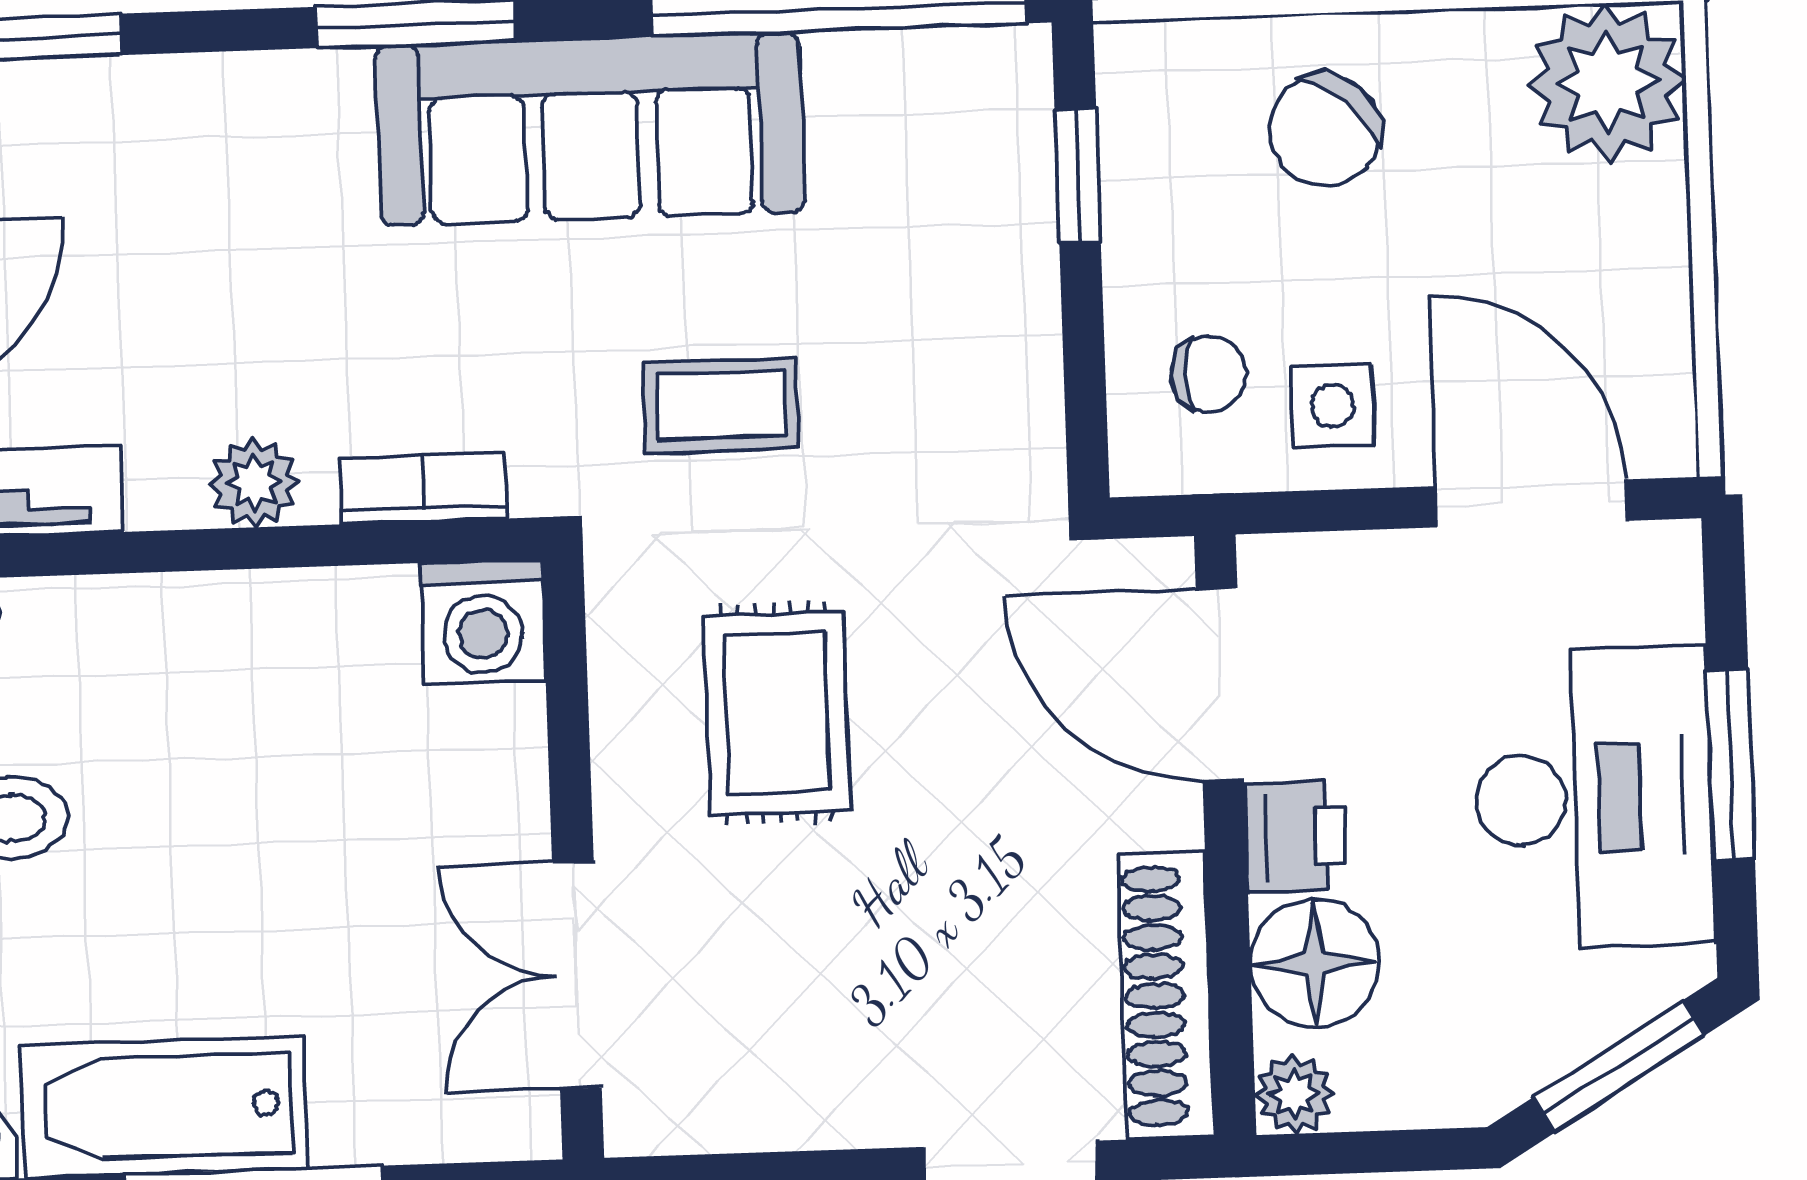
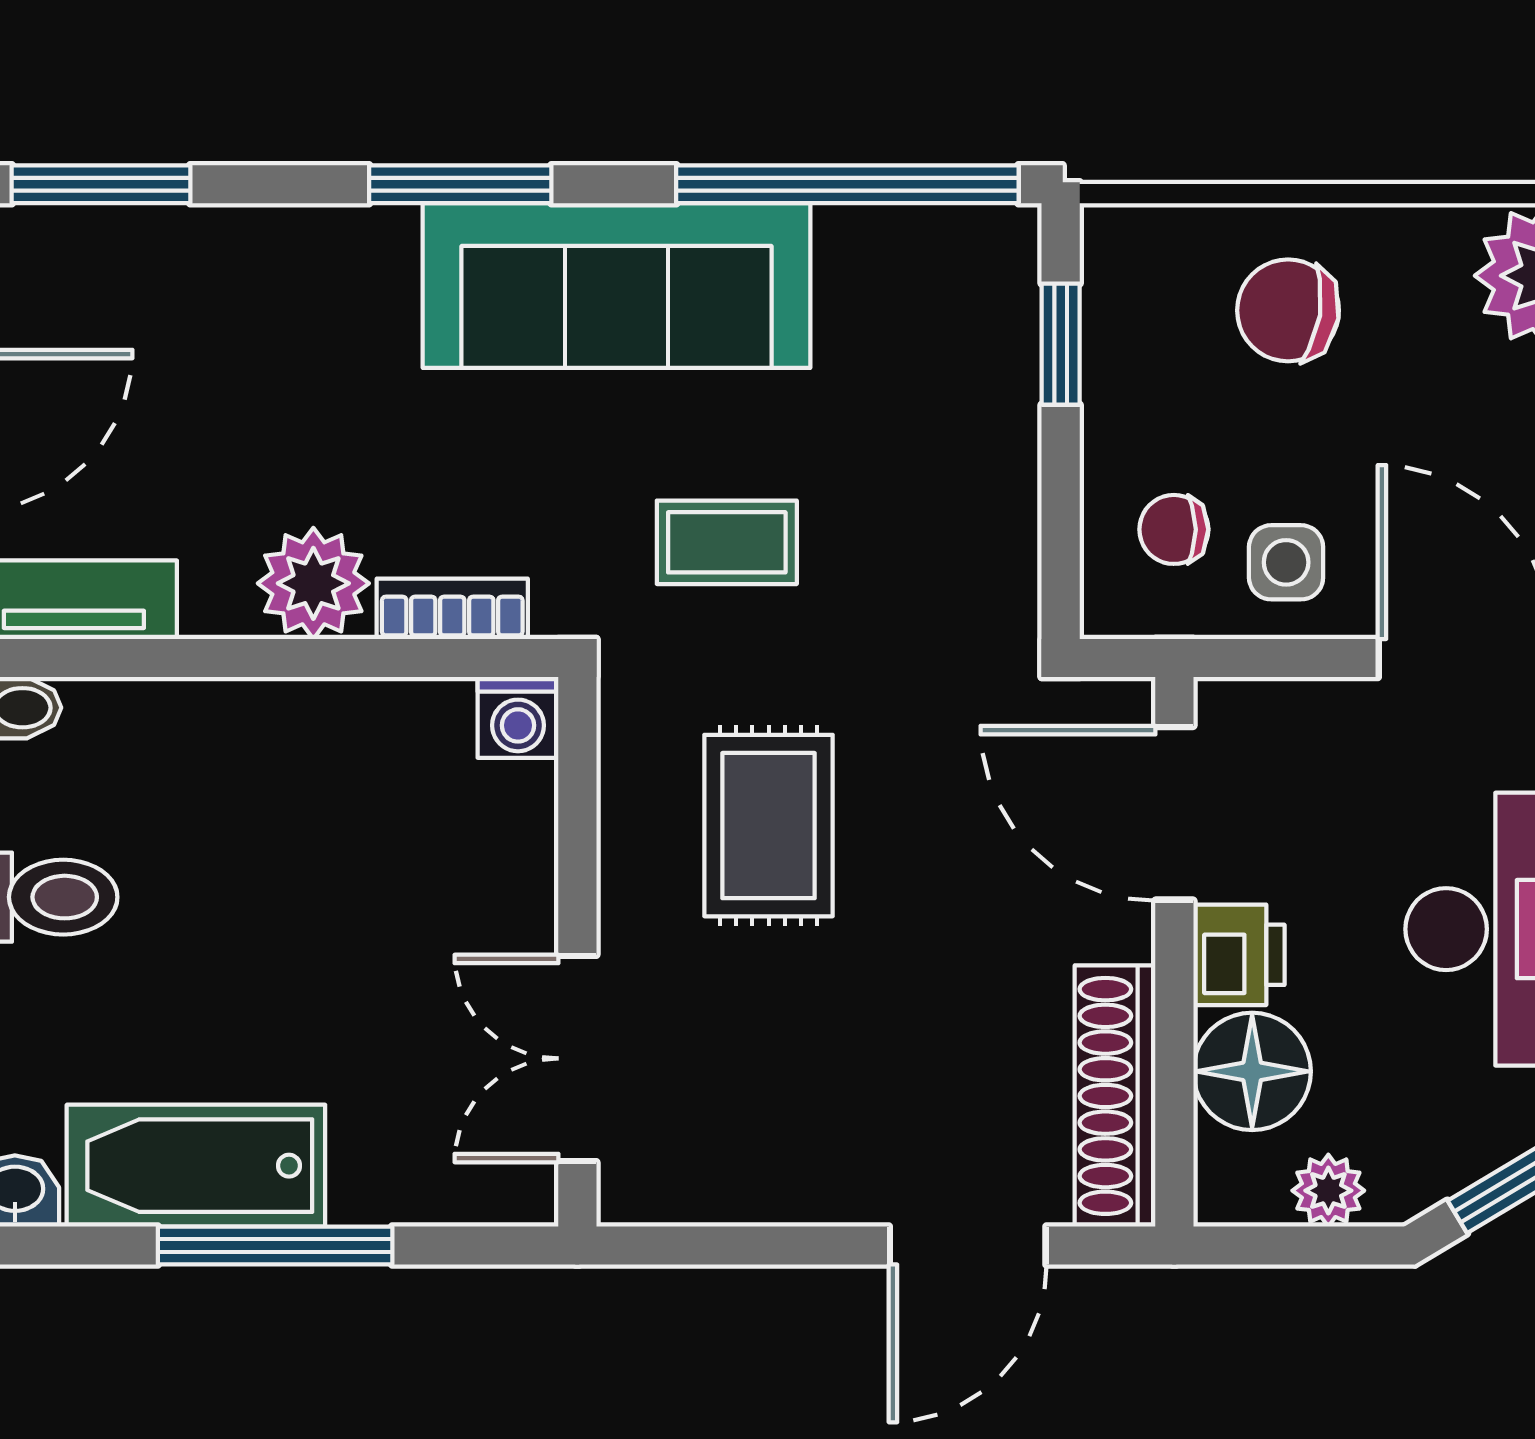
chair: (1325, 130) -> (1288, 310), turned 57
chair: (1209, 374) -> (1174, 529), turned 180
plant: (254, 483) -> (313, 583), width x1.38, depth x1.38
washing machine: (483, 622) -> (518, 717), width x0.73, depth x0.73
plant: (1294, 1094) -> (1328, 1191), moved

